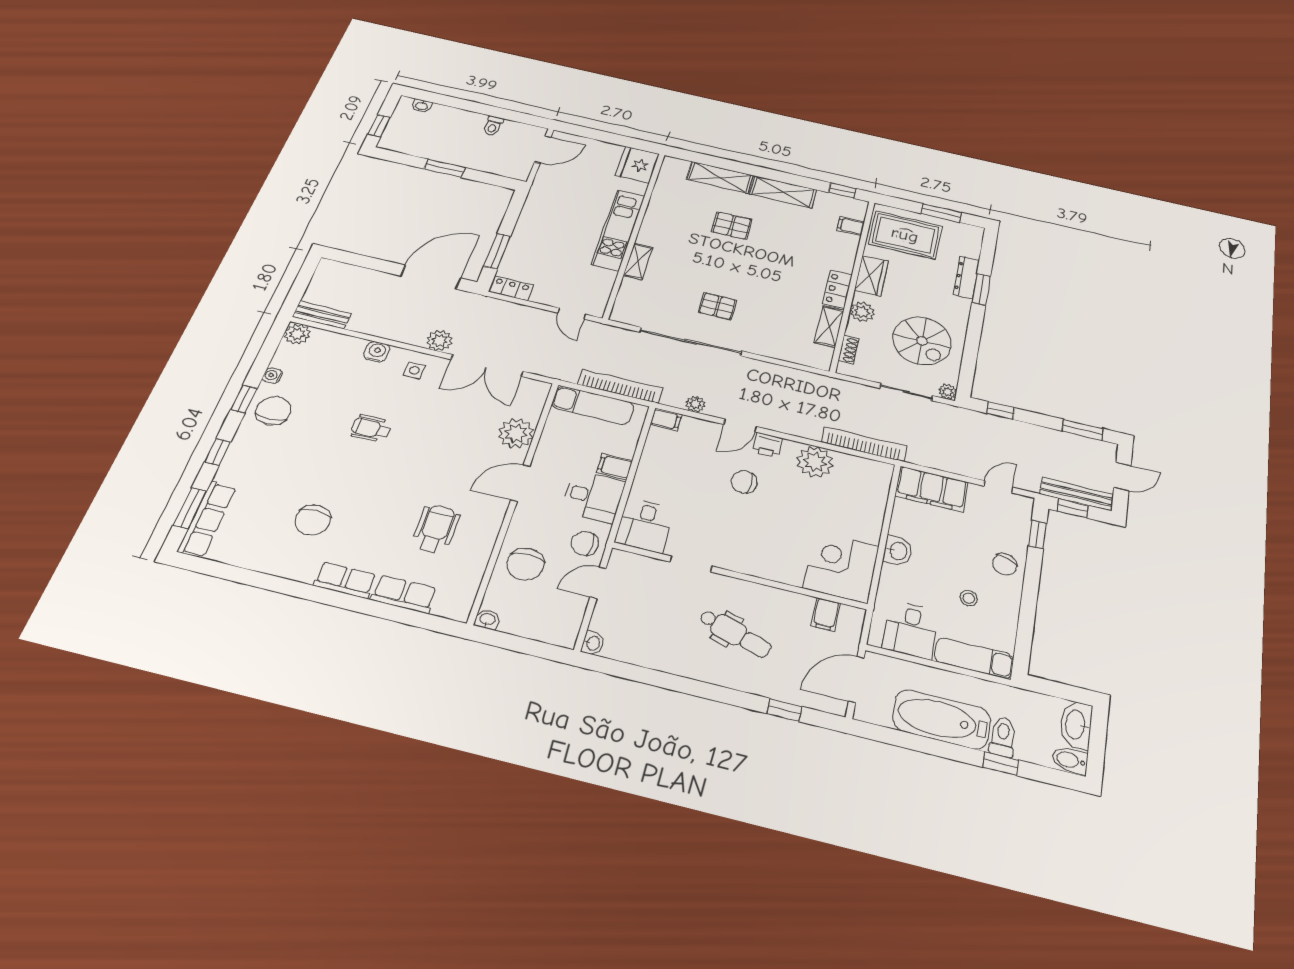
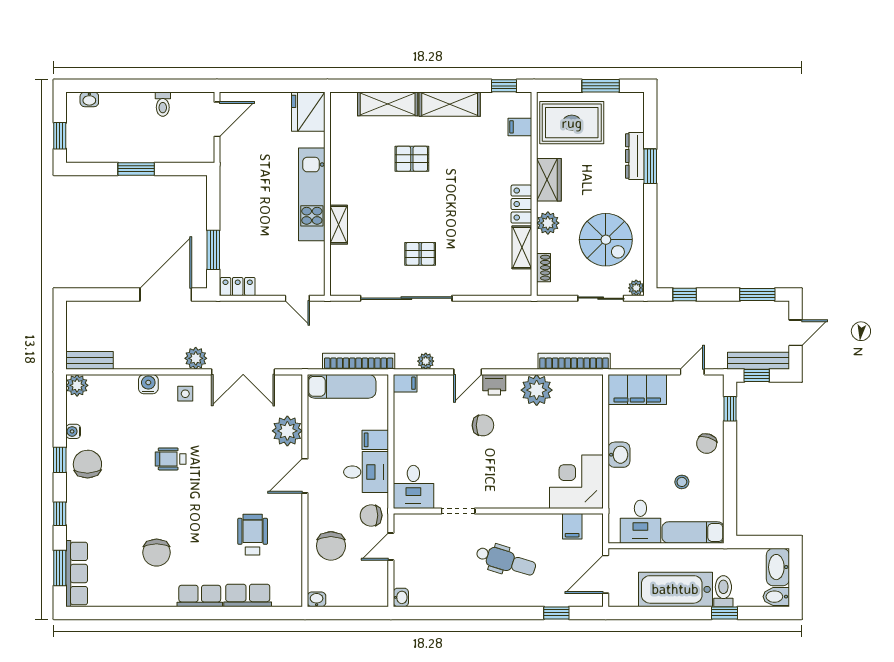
chair: (744, 482) -> (483, 425), turned 180

